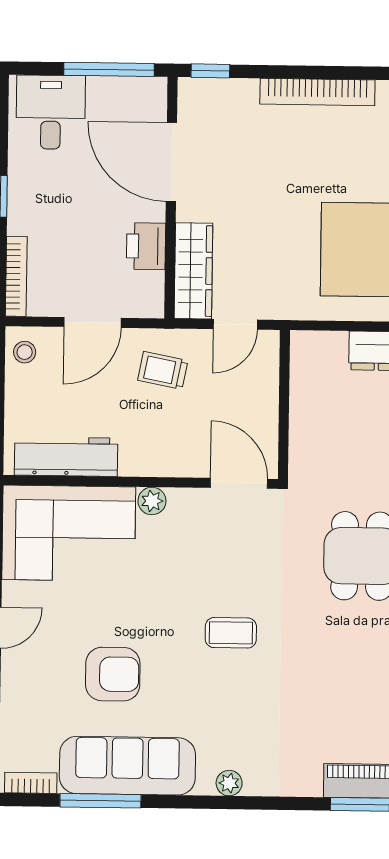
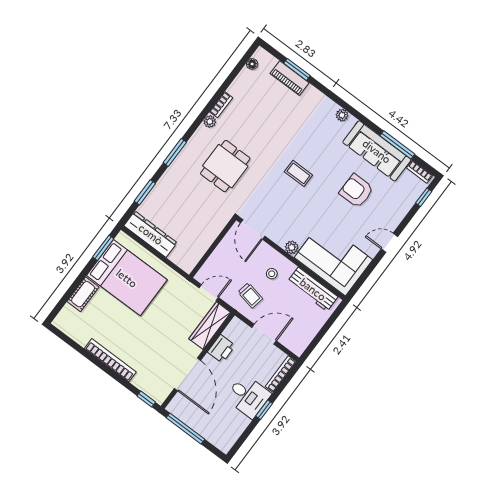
desk: (51, 112) -> (248, 396), moved, turned -90
stool: (25, 352) -> (272, 274), moved

